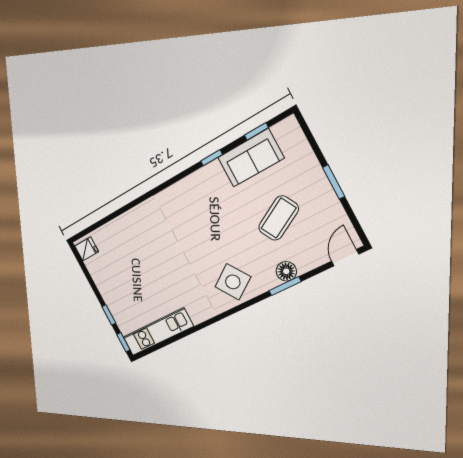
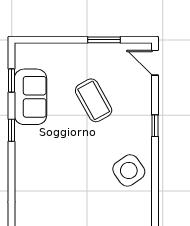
window: (334, 182) -> (104, 40), moved
floor lamp: (286, 271) -> (143, 118), removed
window: (285, 286) -> (155, 126), width x0.67

